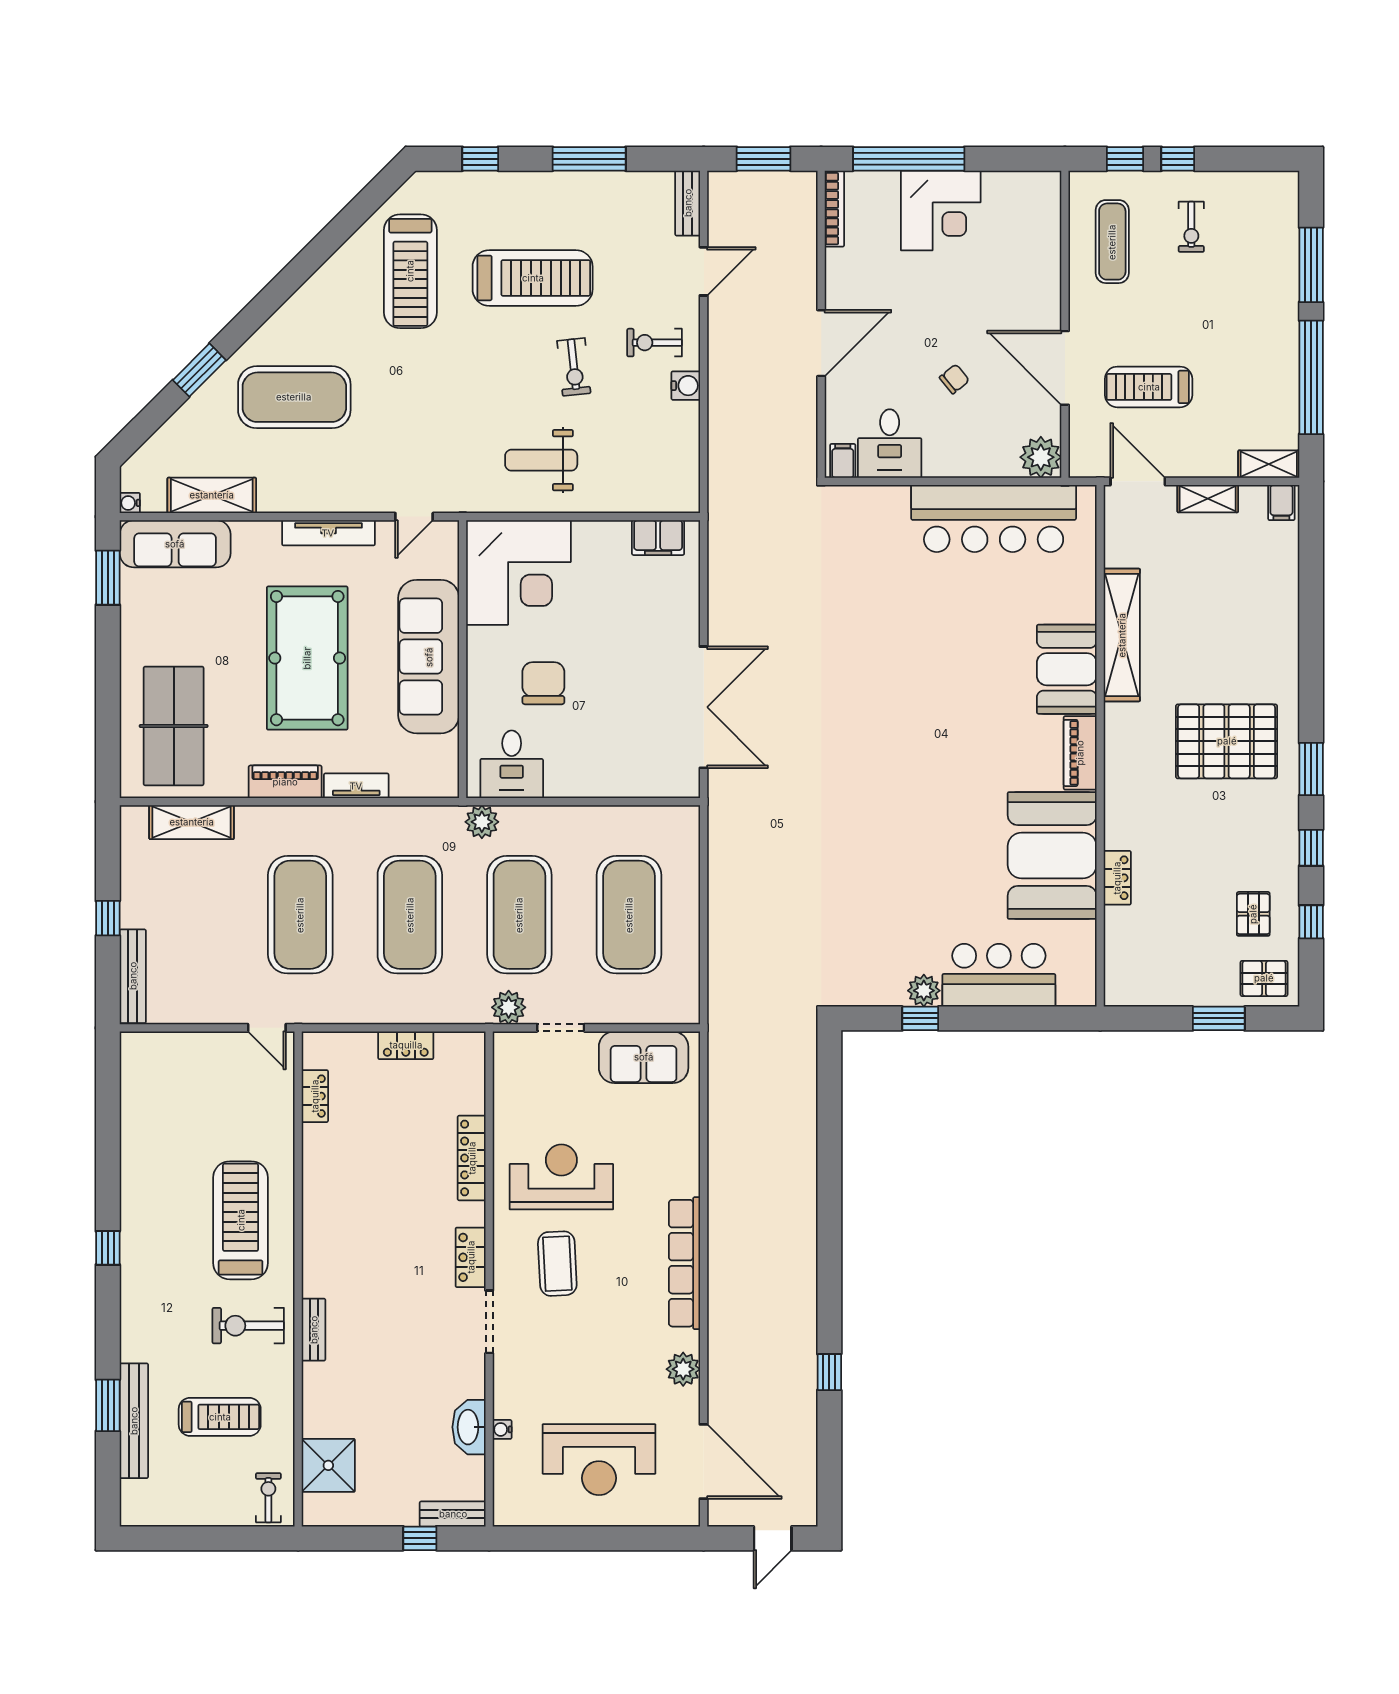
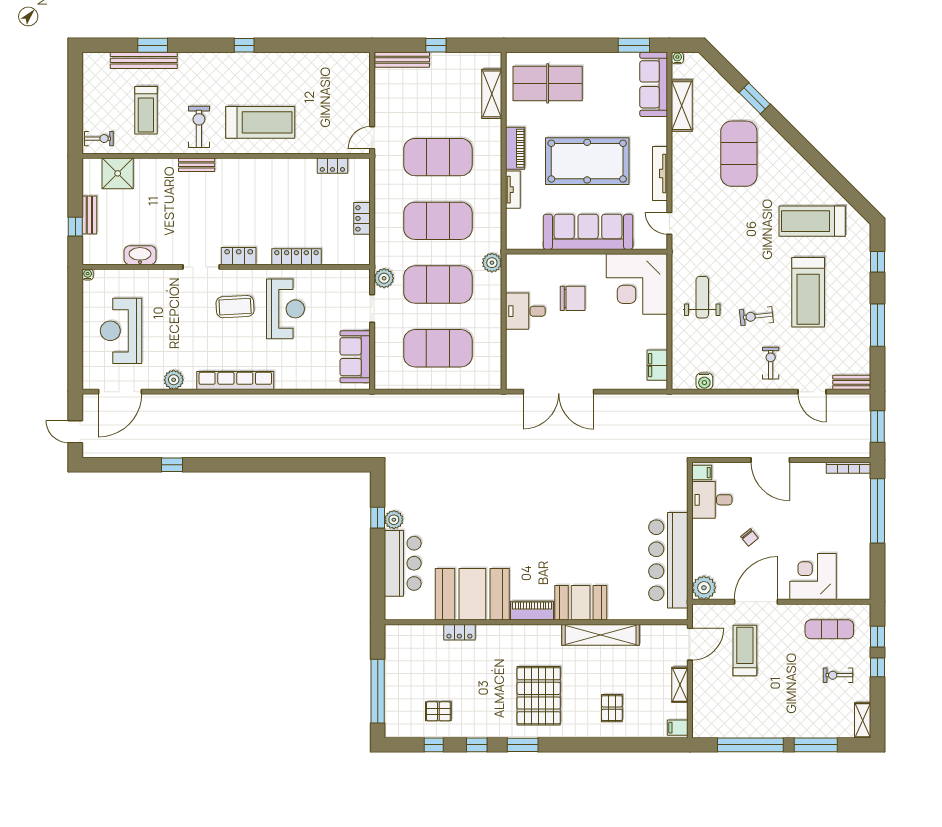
corner desk: (941, 210) -> (813, 577), moved, turned 90
water cooler: (686, 386) -> (704, 381), moved
shelving: (1269, 464) -> (863, 720), moved
desk: (512, 764) -> (525, 311), moved
pallet: (1264, 978) -> (612, 708), moved
window: (1219, 1018) -> (378, 691), width x2.11
water cooler: (502, 1429) -> (88, 274), moved
bench: (453, 1514) -> (89, 215), moved

